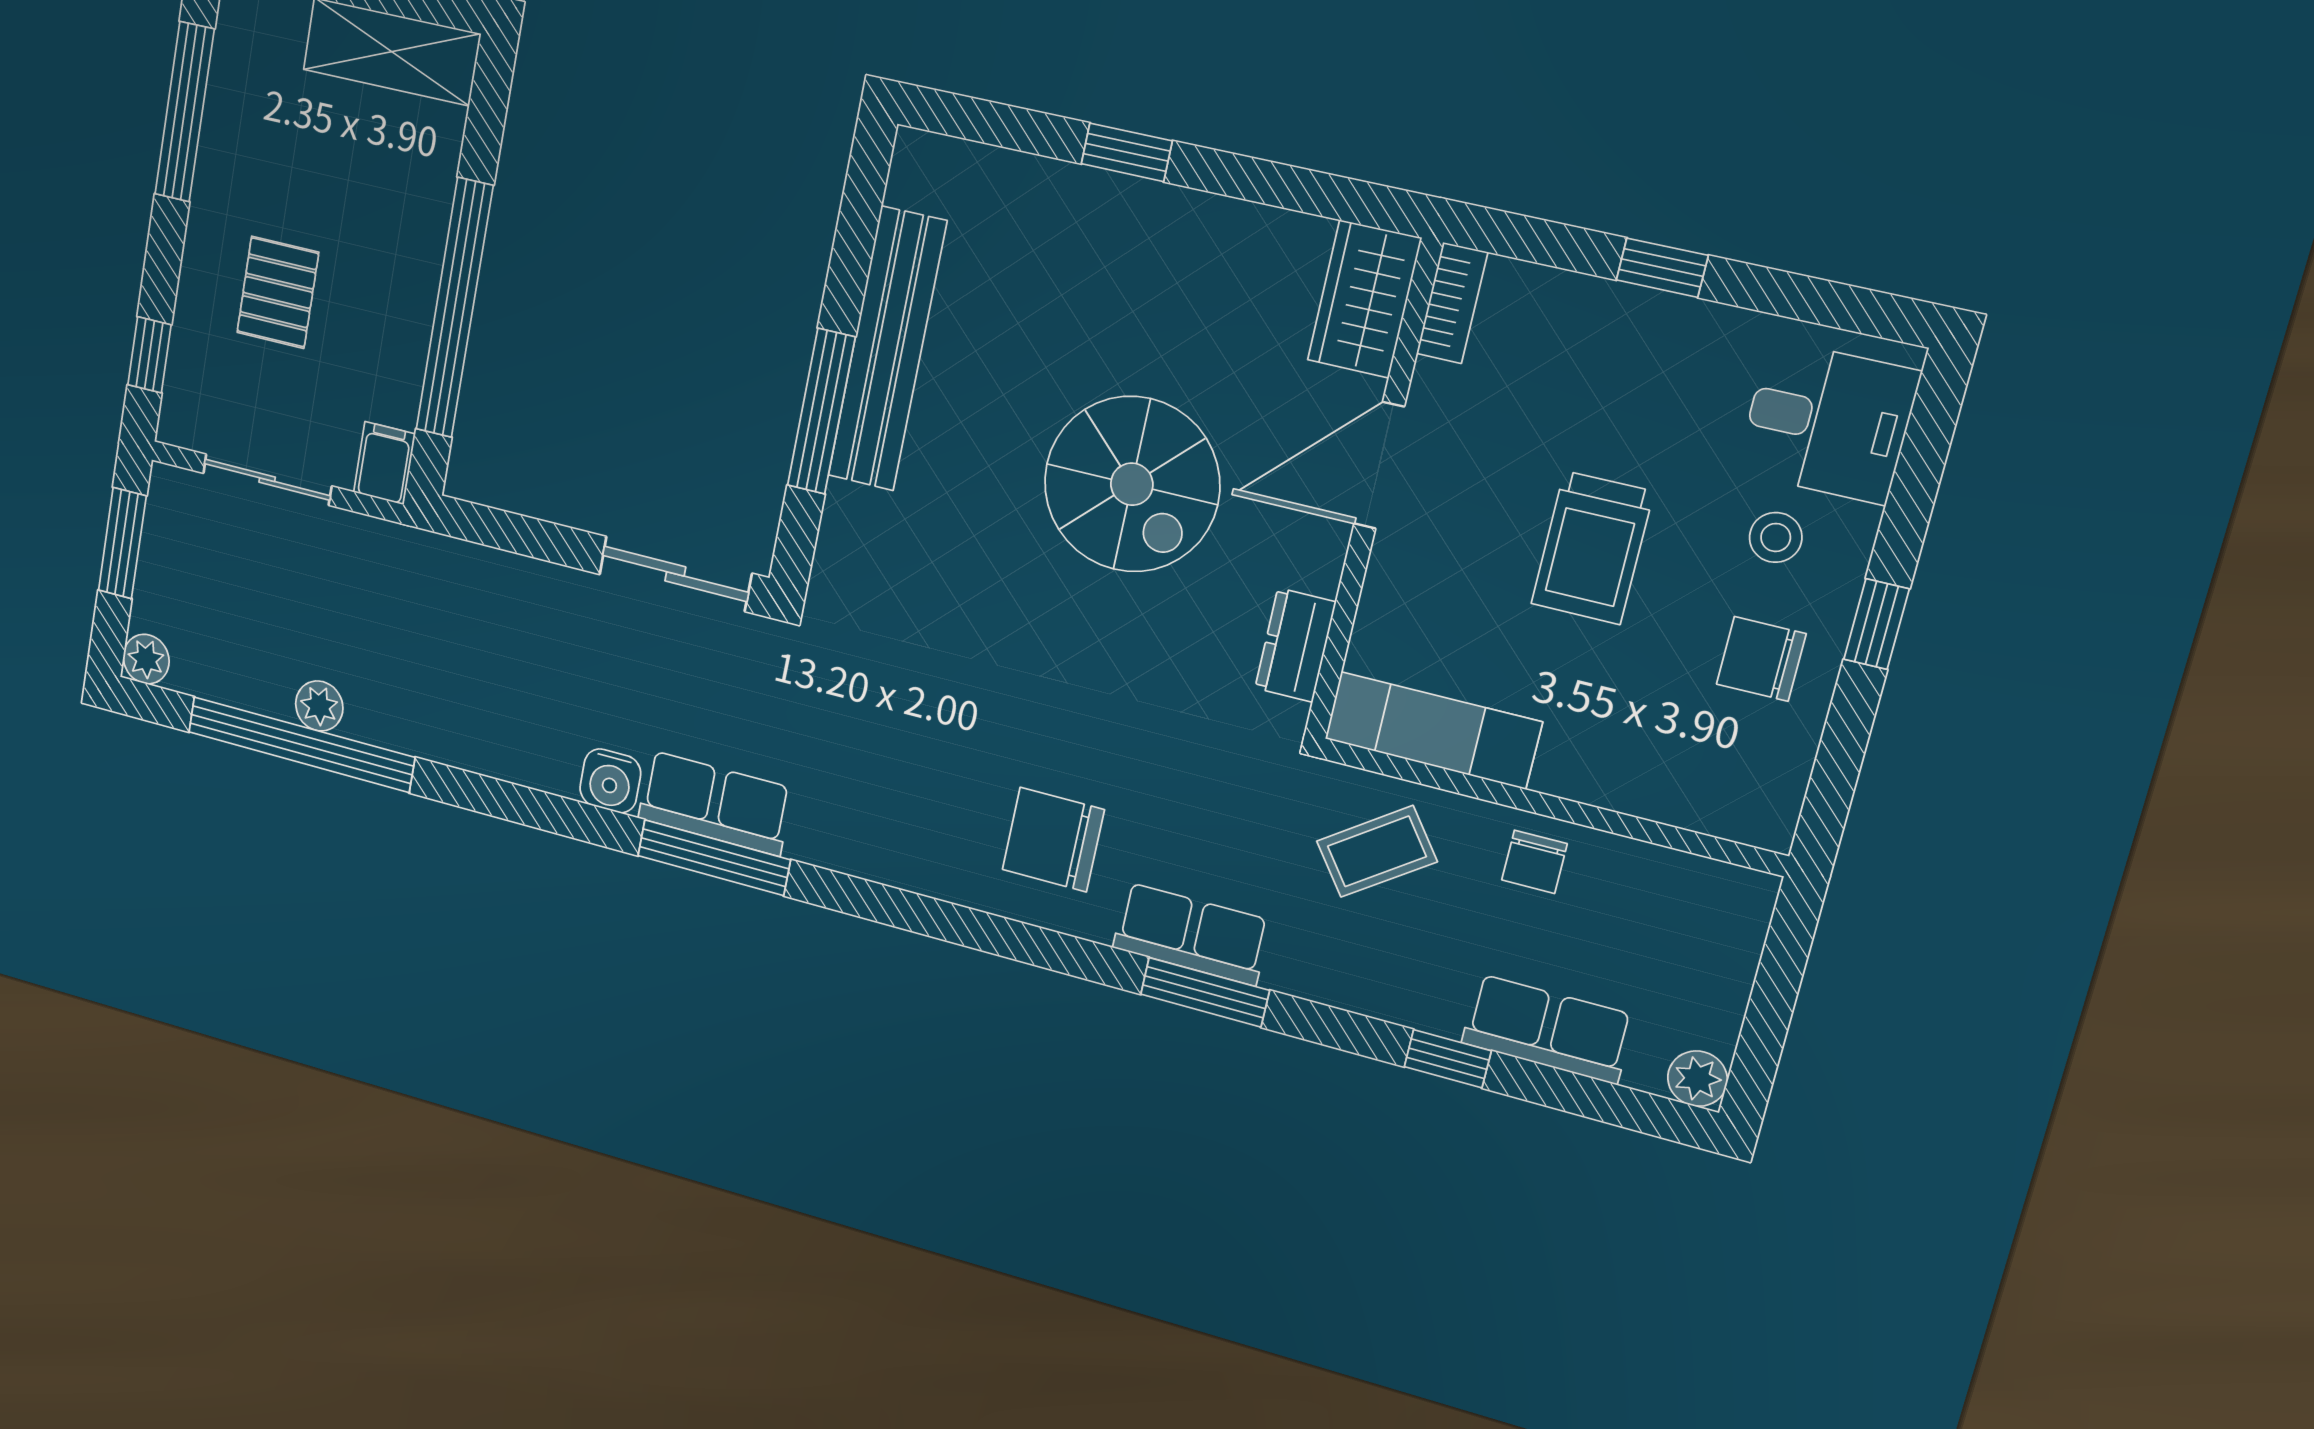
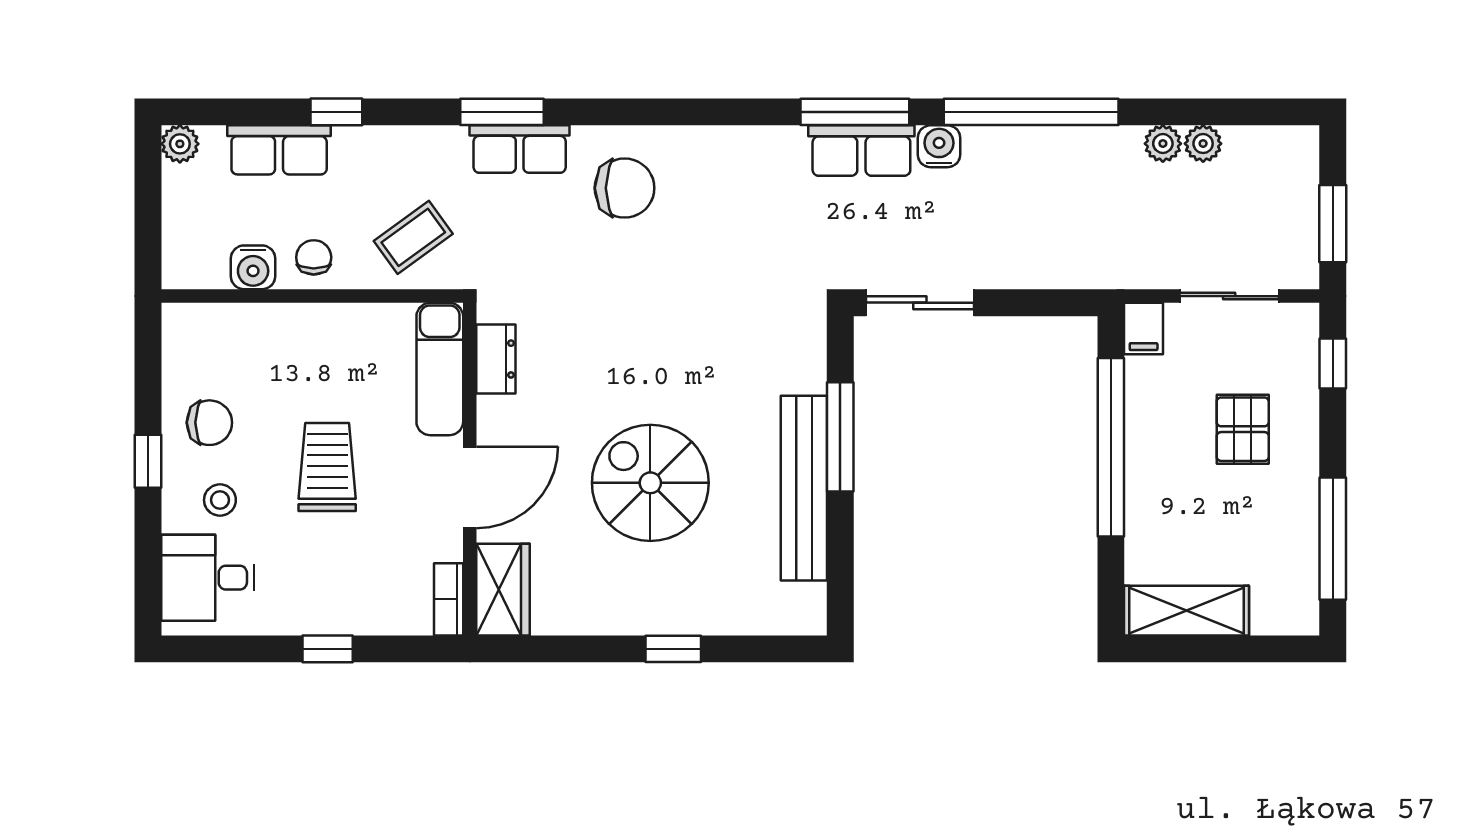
spiral stairs: (1132, 484) -> (650, 483), moved
plant: (146, 659) -> (1203, 144), moved
exam couch: (1433, 730) -> (440, 369), moved, turned 90
window: (301, 744) -> (1031, 112), moved
water cooler: (1632, 871) -> (253, 267), added

